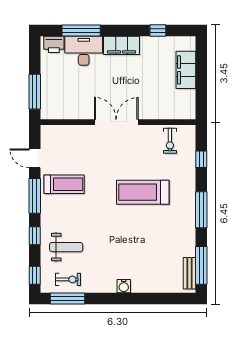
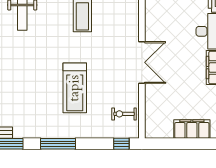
window: (201, 159) -> (121, 144), moved
treadmill: (143, 192) -> (75, 88), turned 180

